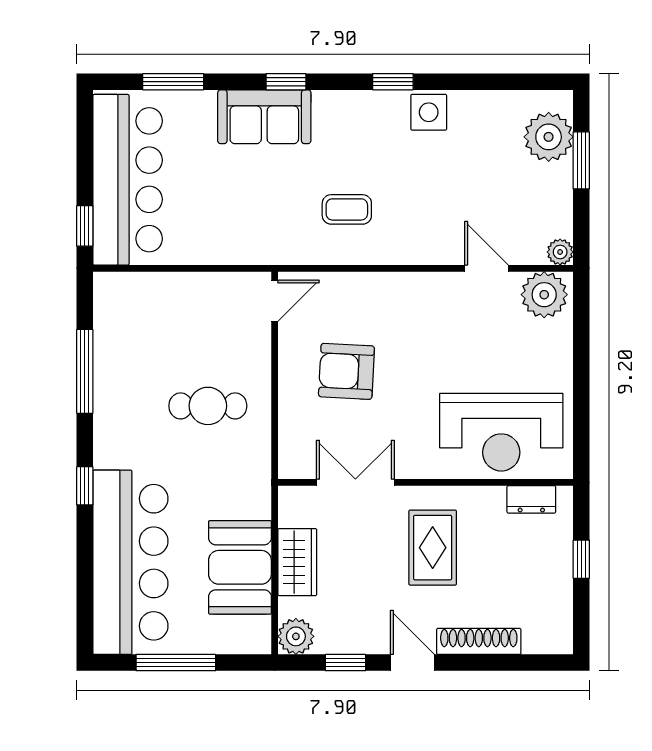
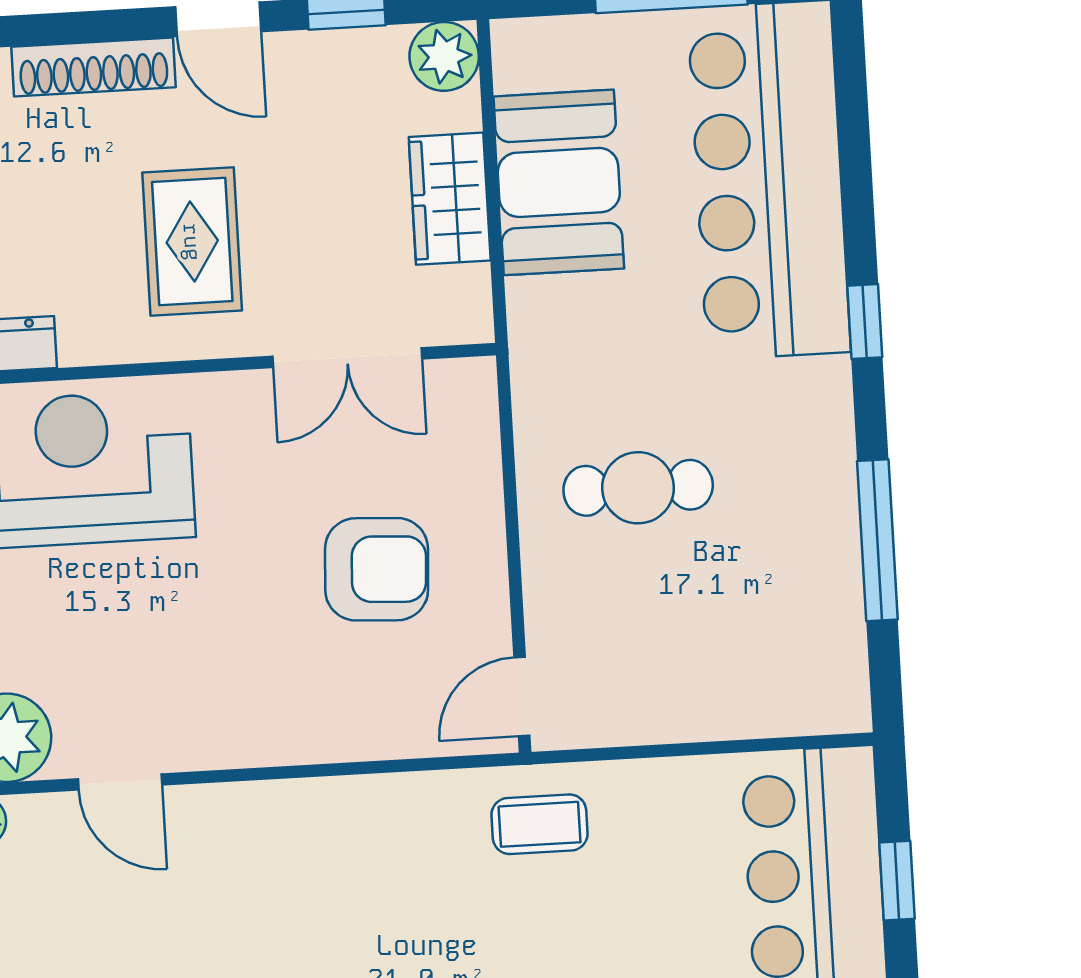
coffee table: (347, 209) -> (540, 824), moved
window: (85, 226) -> (897, 881), moved

